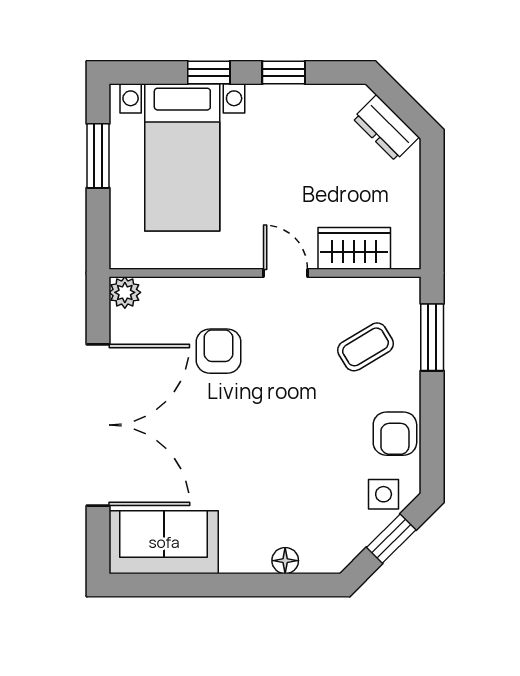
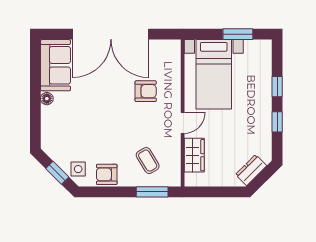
bed with nightstands: (182, 157) -> (214, 74), moved, turned -90
plant: (125, 292) -> (173, 47), removed
floor lamp: (285, 561) -> (47, 99), moved

